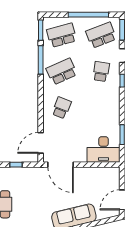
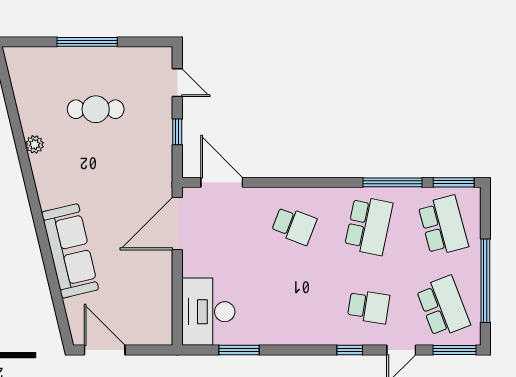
school desk: (62, 71) -> (369, 226), turned 36

